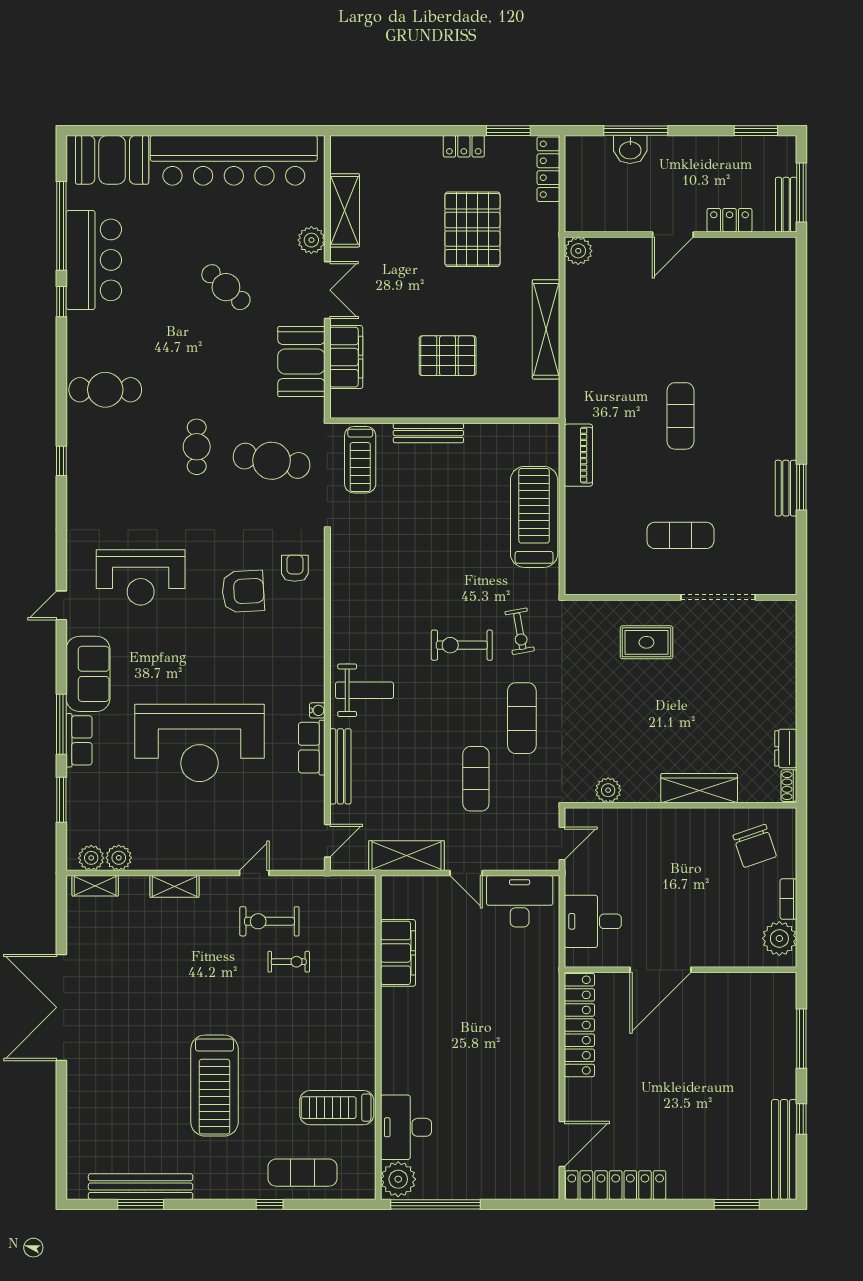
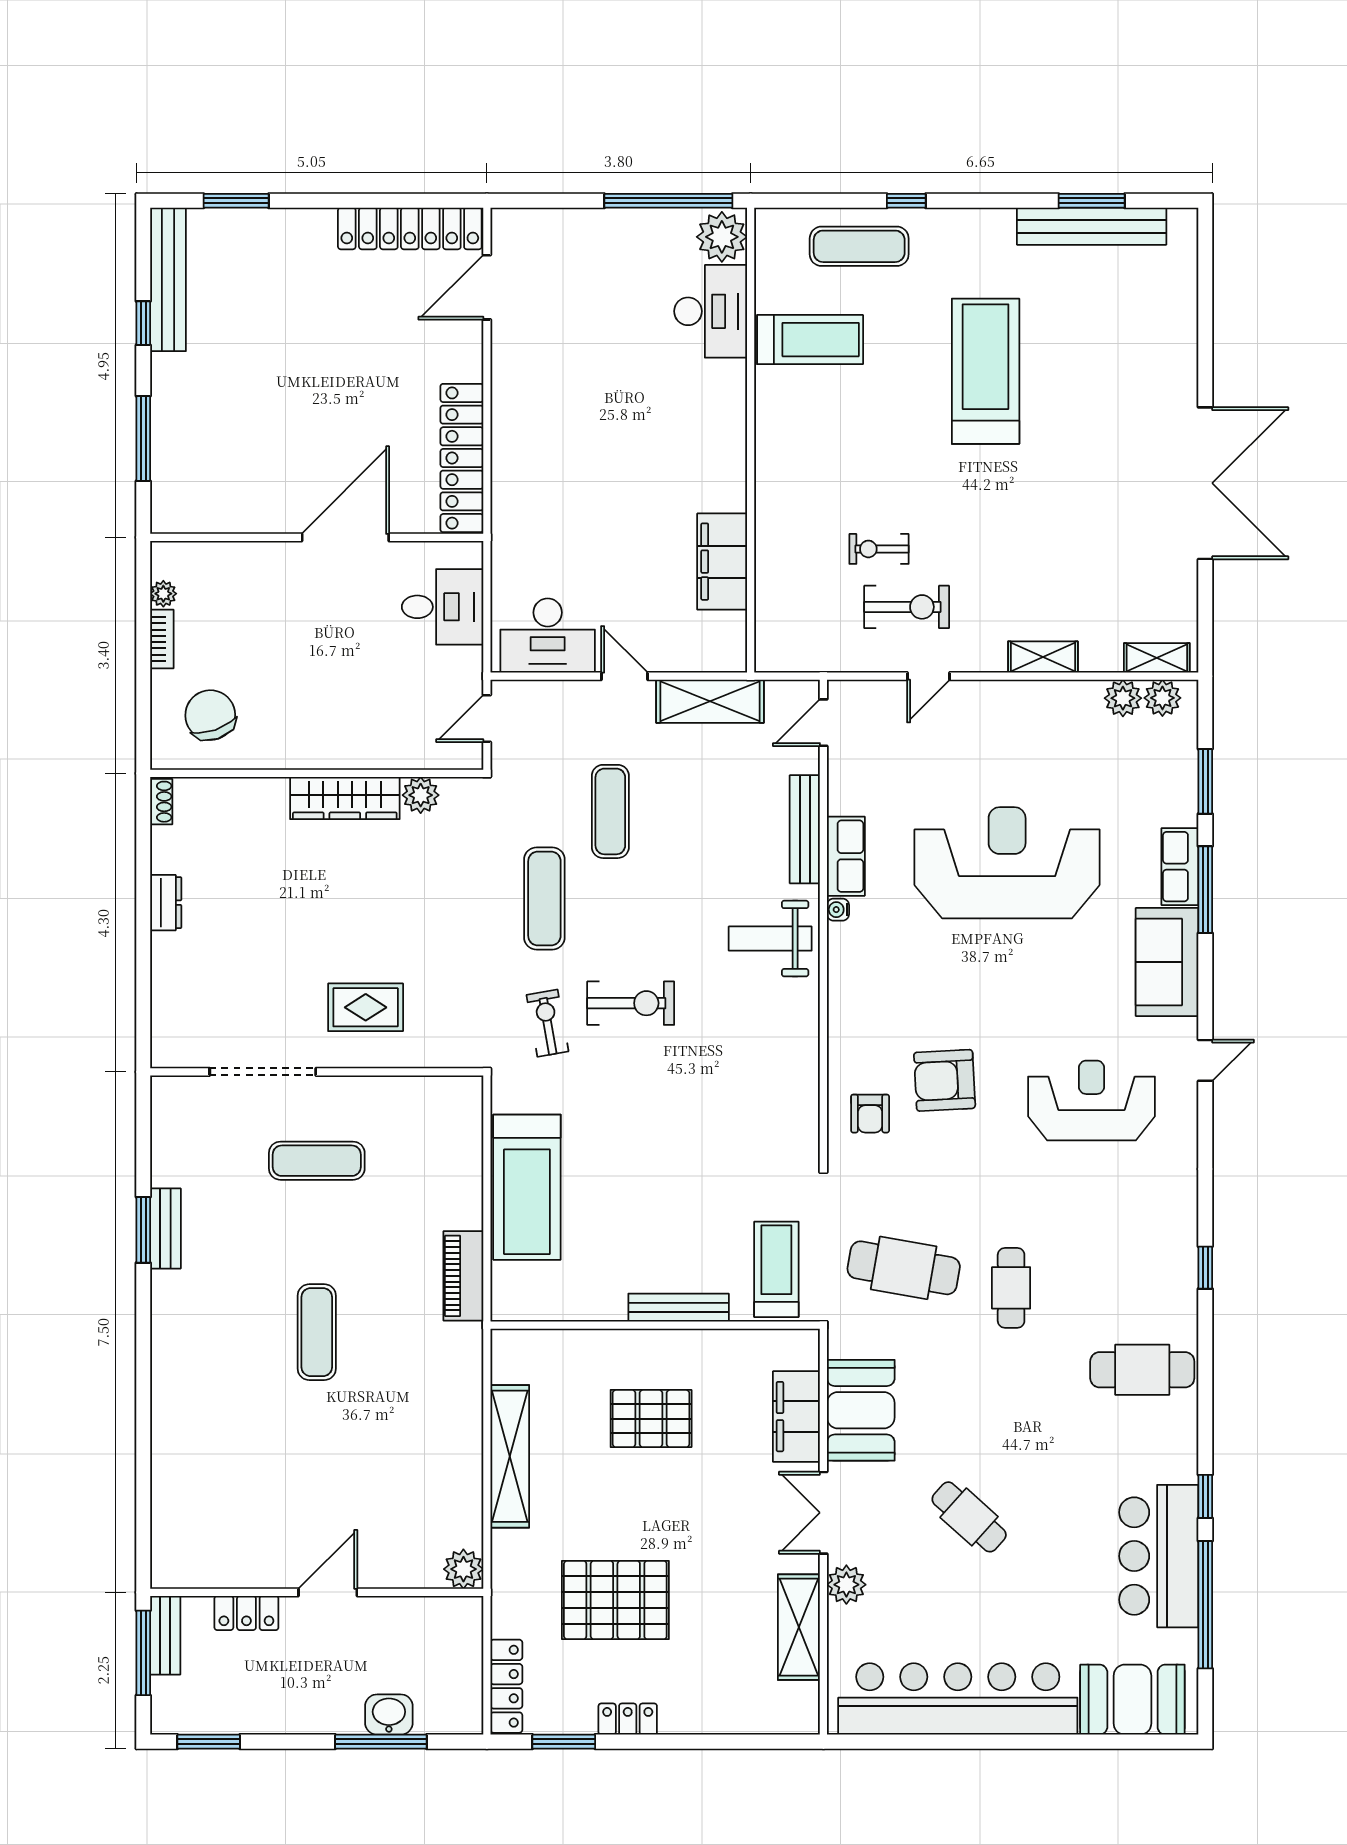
pallet: (472, 229) -> (615, 1600), turned 90
dresser: (786, 748) -> (166, 903), moved
wardrobe: (699, 788) -> (345, 798), moved
plant: (779, 938) -> (163, 594), width x0.53, depth x0.53

